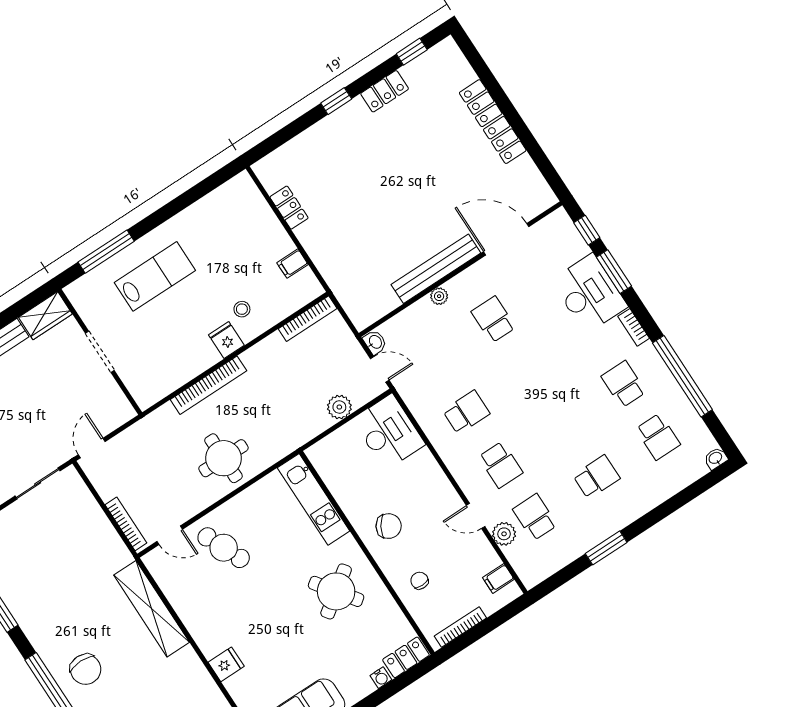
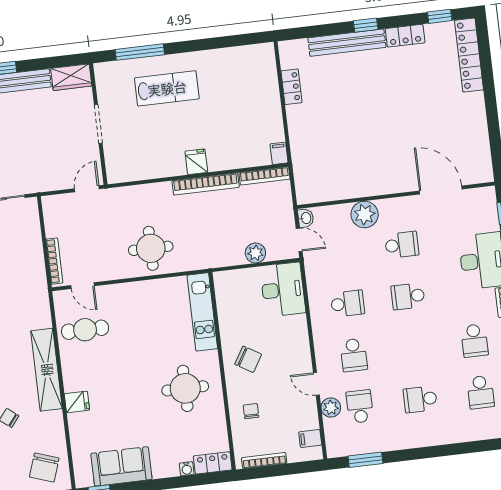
locker: (493, 122) -> (469, 55), moved
filing cabinet: (293, 264) -> (279, 153), moved, turned 90
bench: (436, 269) -> (347, 43), moved
plant: (439, 296) -> (365, 215), width x1.88, depth x1.88
stool: (242, 309) -> (219, 145), removed
school desk: (493, 319) -> (402, 245), turned 90
school desk: (528, 372) -> (408, 296), added
school desk: (624, 384) -> (474, 341), turned 180
bookcase: (209, 385) -> (206, 184), moved
door: (92, 448) -> (87, 189), moved
school desk: (596, 477) -> (420, 399), turned 180
cafe table: (224, 548) -> (85, 330), moved, turned -66
window: (606, 548) -> (365, 460), moved
round table: (336, 591) -> (185, 388), turned 36
shelving: (152, 609) -> (46, 370), moved

